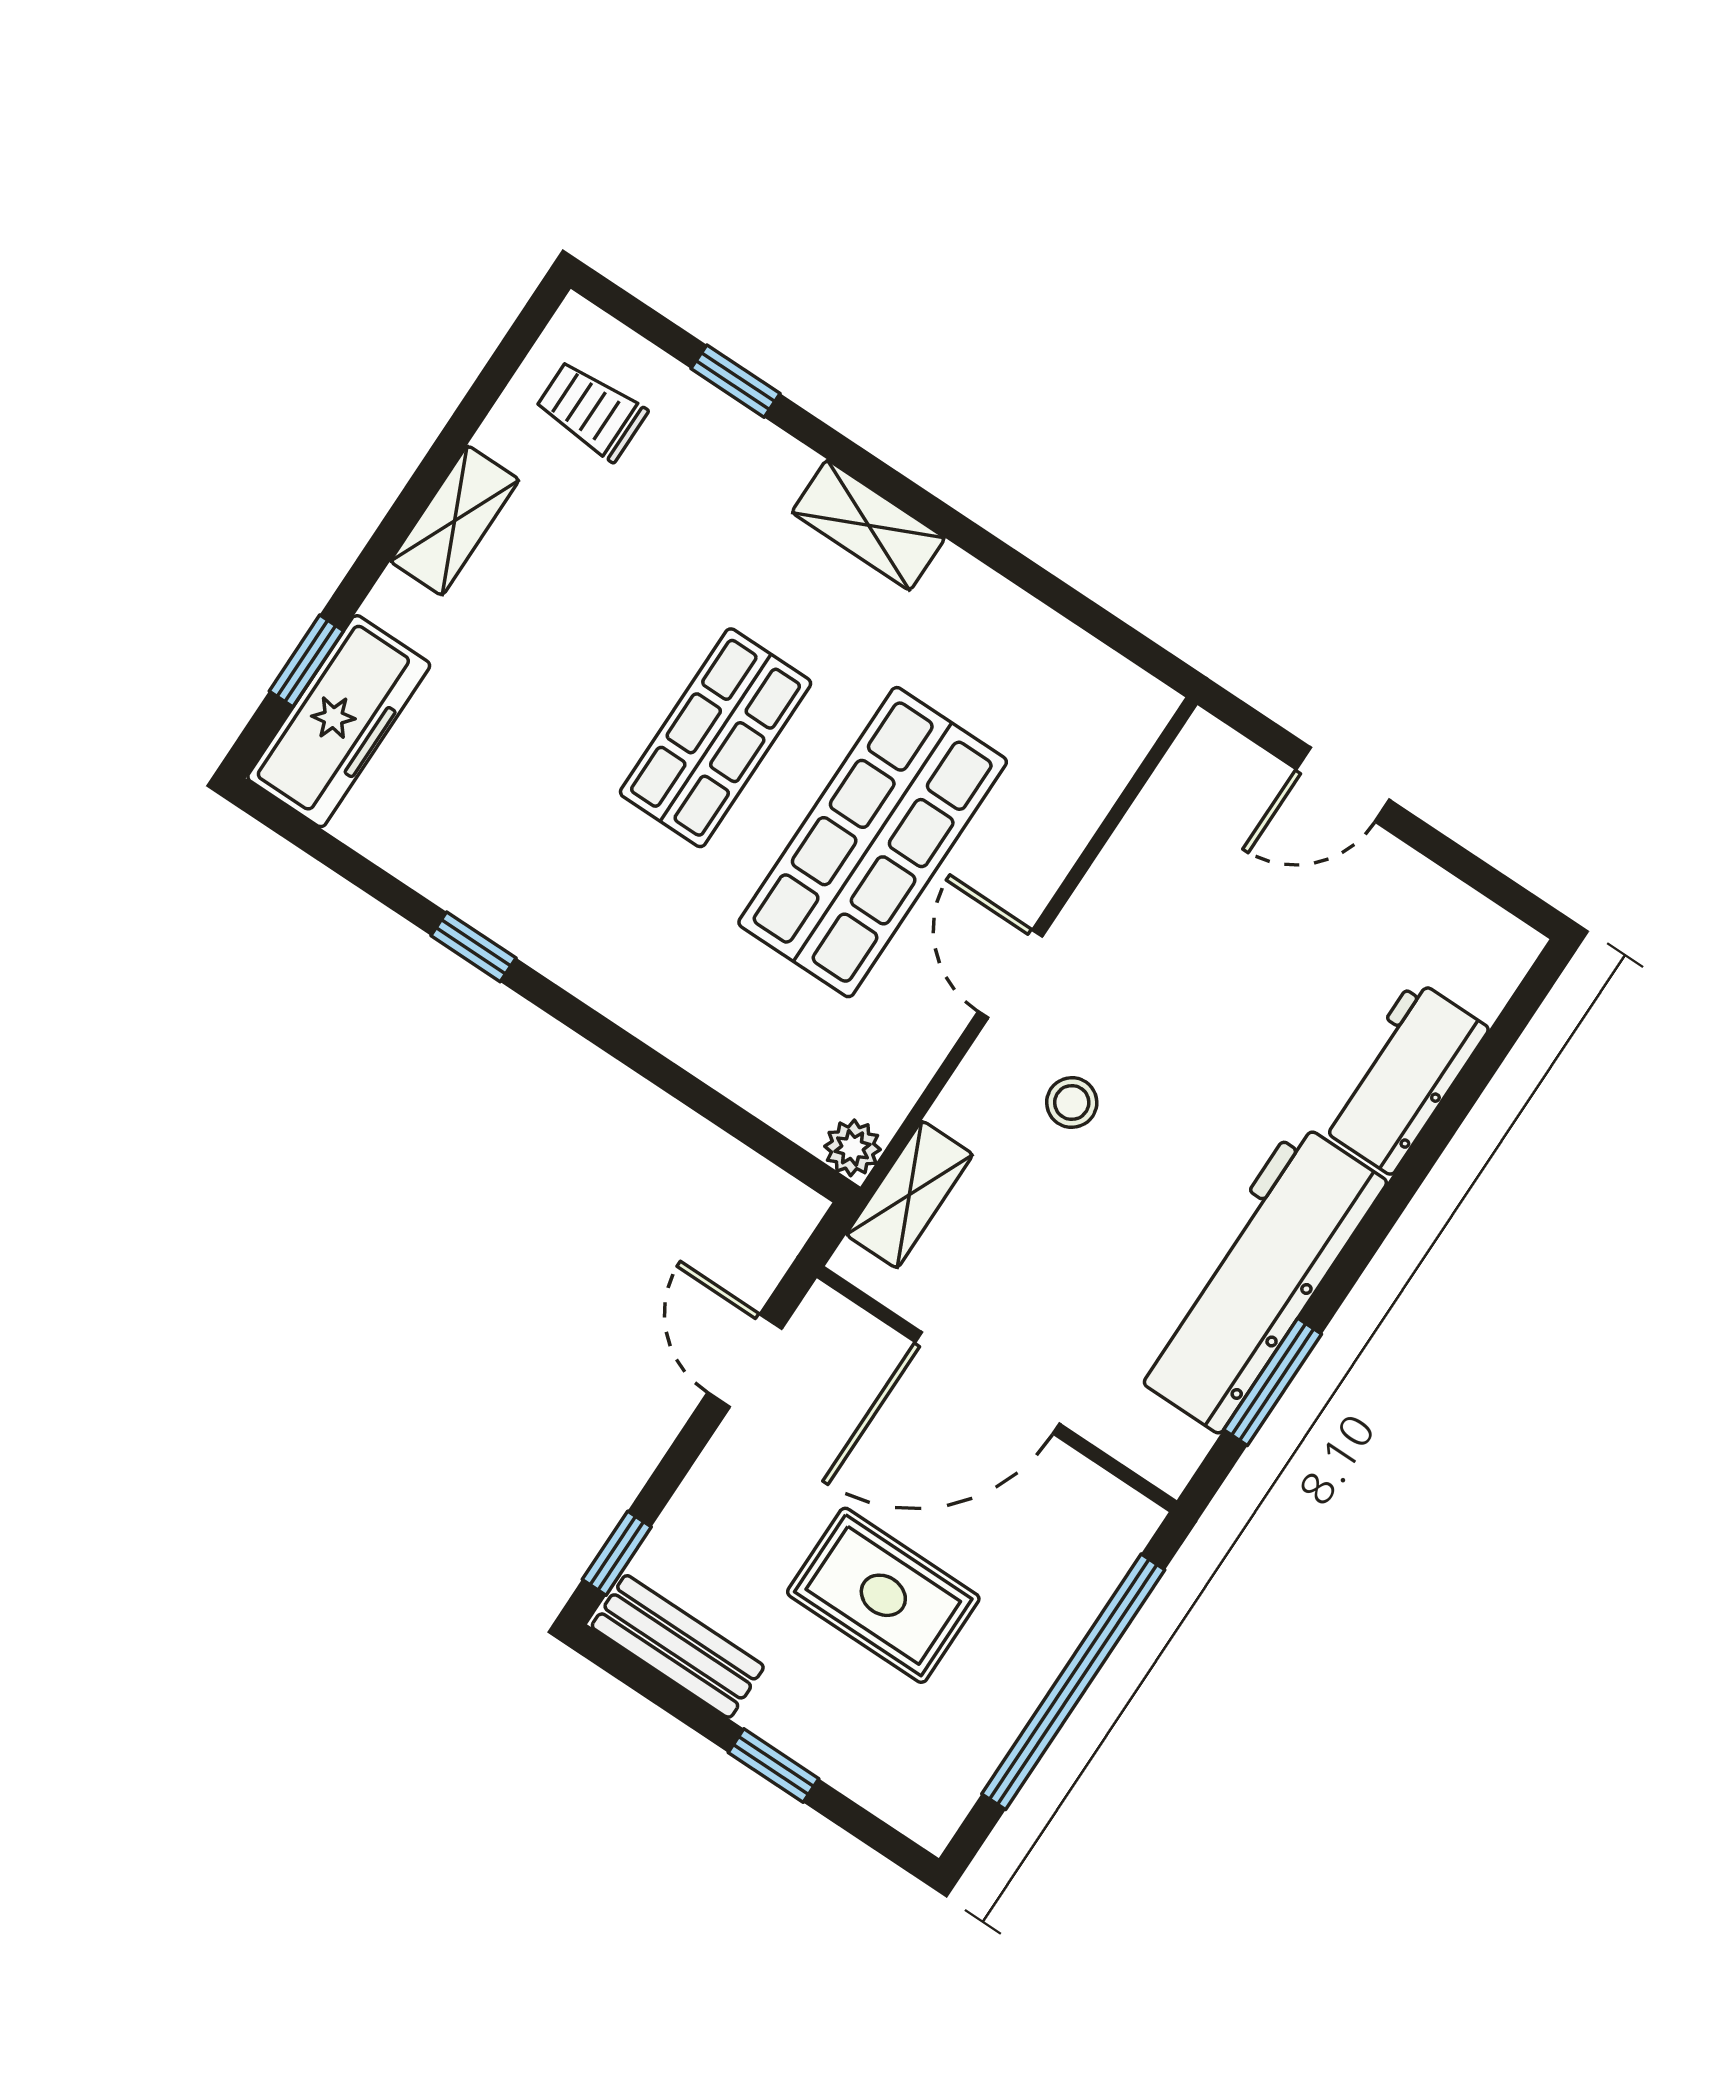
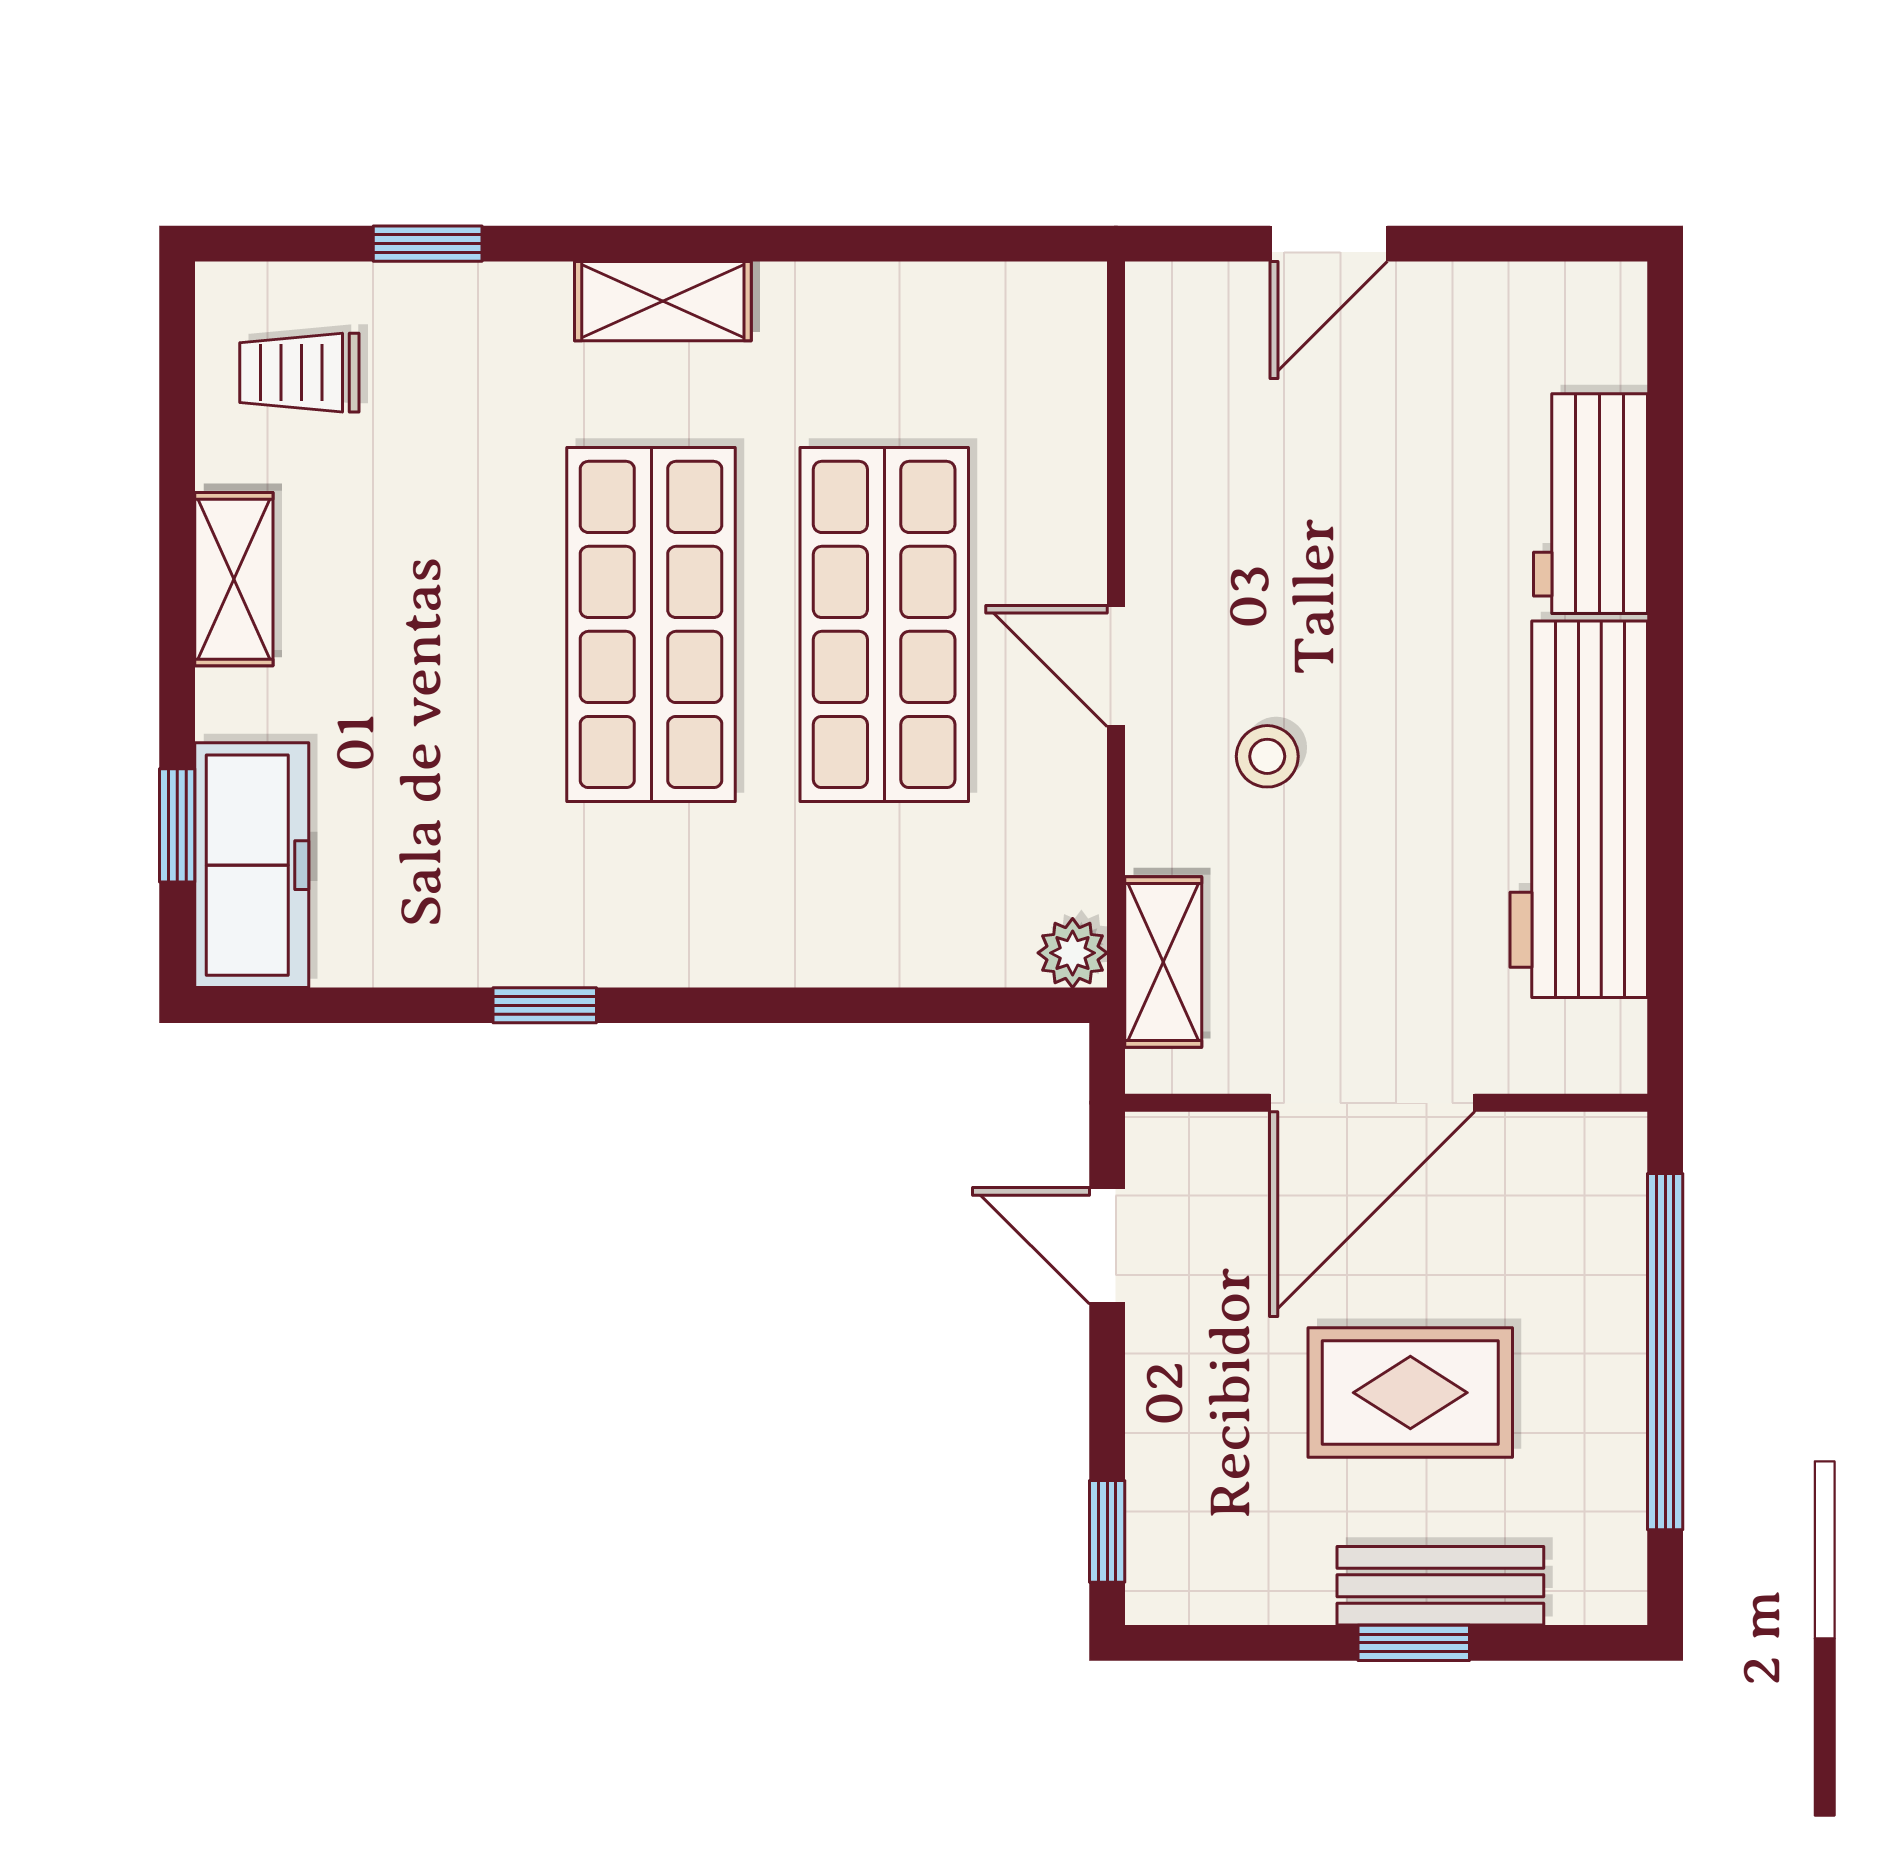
shop shelf: (716, 738) -> (651, 624), width x1.43, depth x1.36
window: (1273, 1382) -> (1665, 907), removed
bench: (678, 1646) -> (1440, 1586), moved

